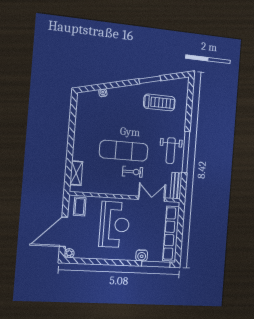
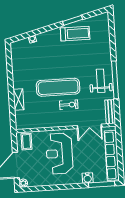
treadmill: (159, 102) -> (75, 34), moved
weight bench: (171, 151) -> (101, 81), turned 180
shelving: (76, 173) -> (19, 99), moved
double door: (152, 199) -> (89, 126), swing flipped
reception desk: (115, 225) -> (59, 153), turned 180

